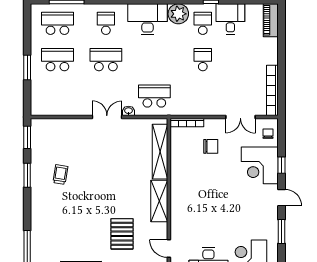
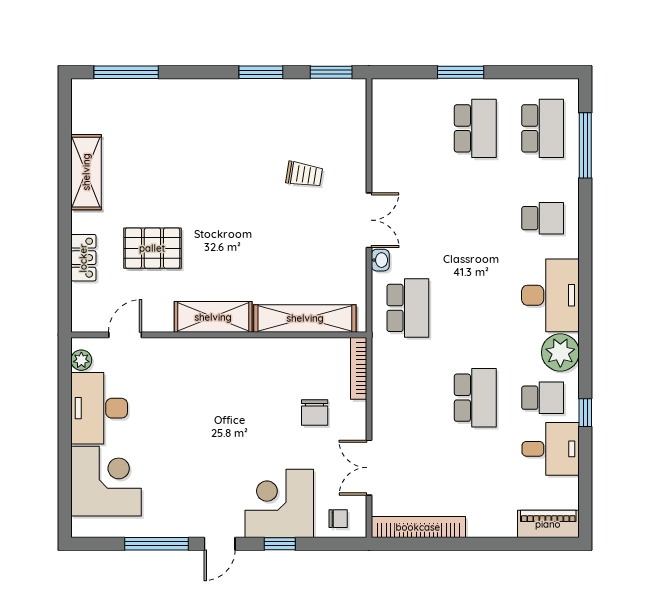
school desk: (106, 60) -> (475, 218), removed
school desk: (203, 60) -> (475, 398), width x1.85
trolley: (60, 174) -> (304, 174), moved
window: (281, 232) -> (157, 544), width x1.44

